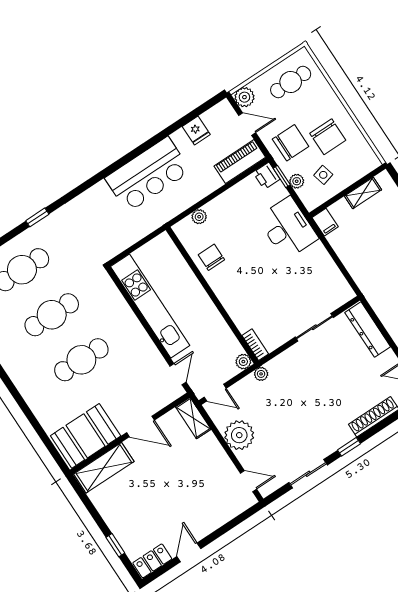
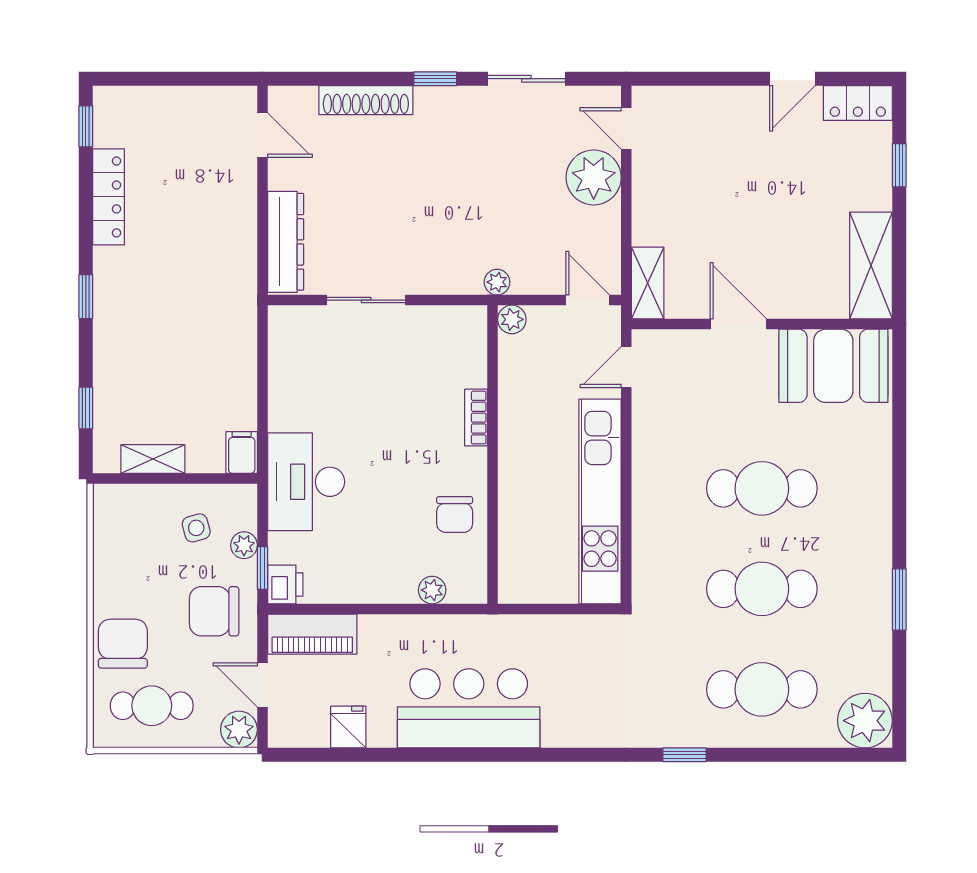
chair: (328, 137) -> (123, 644), moved
bookcase: (255, 345) -> (476, 418), moved
plant: (239, 435) -> (594, 177), moved
shelving: (104, 468) -> (871, 266), moved, turned 90

